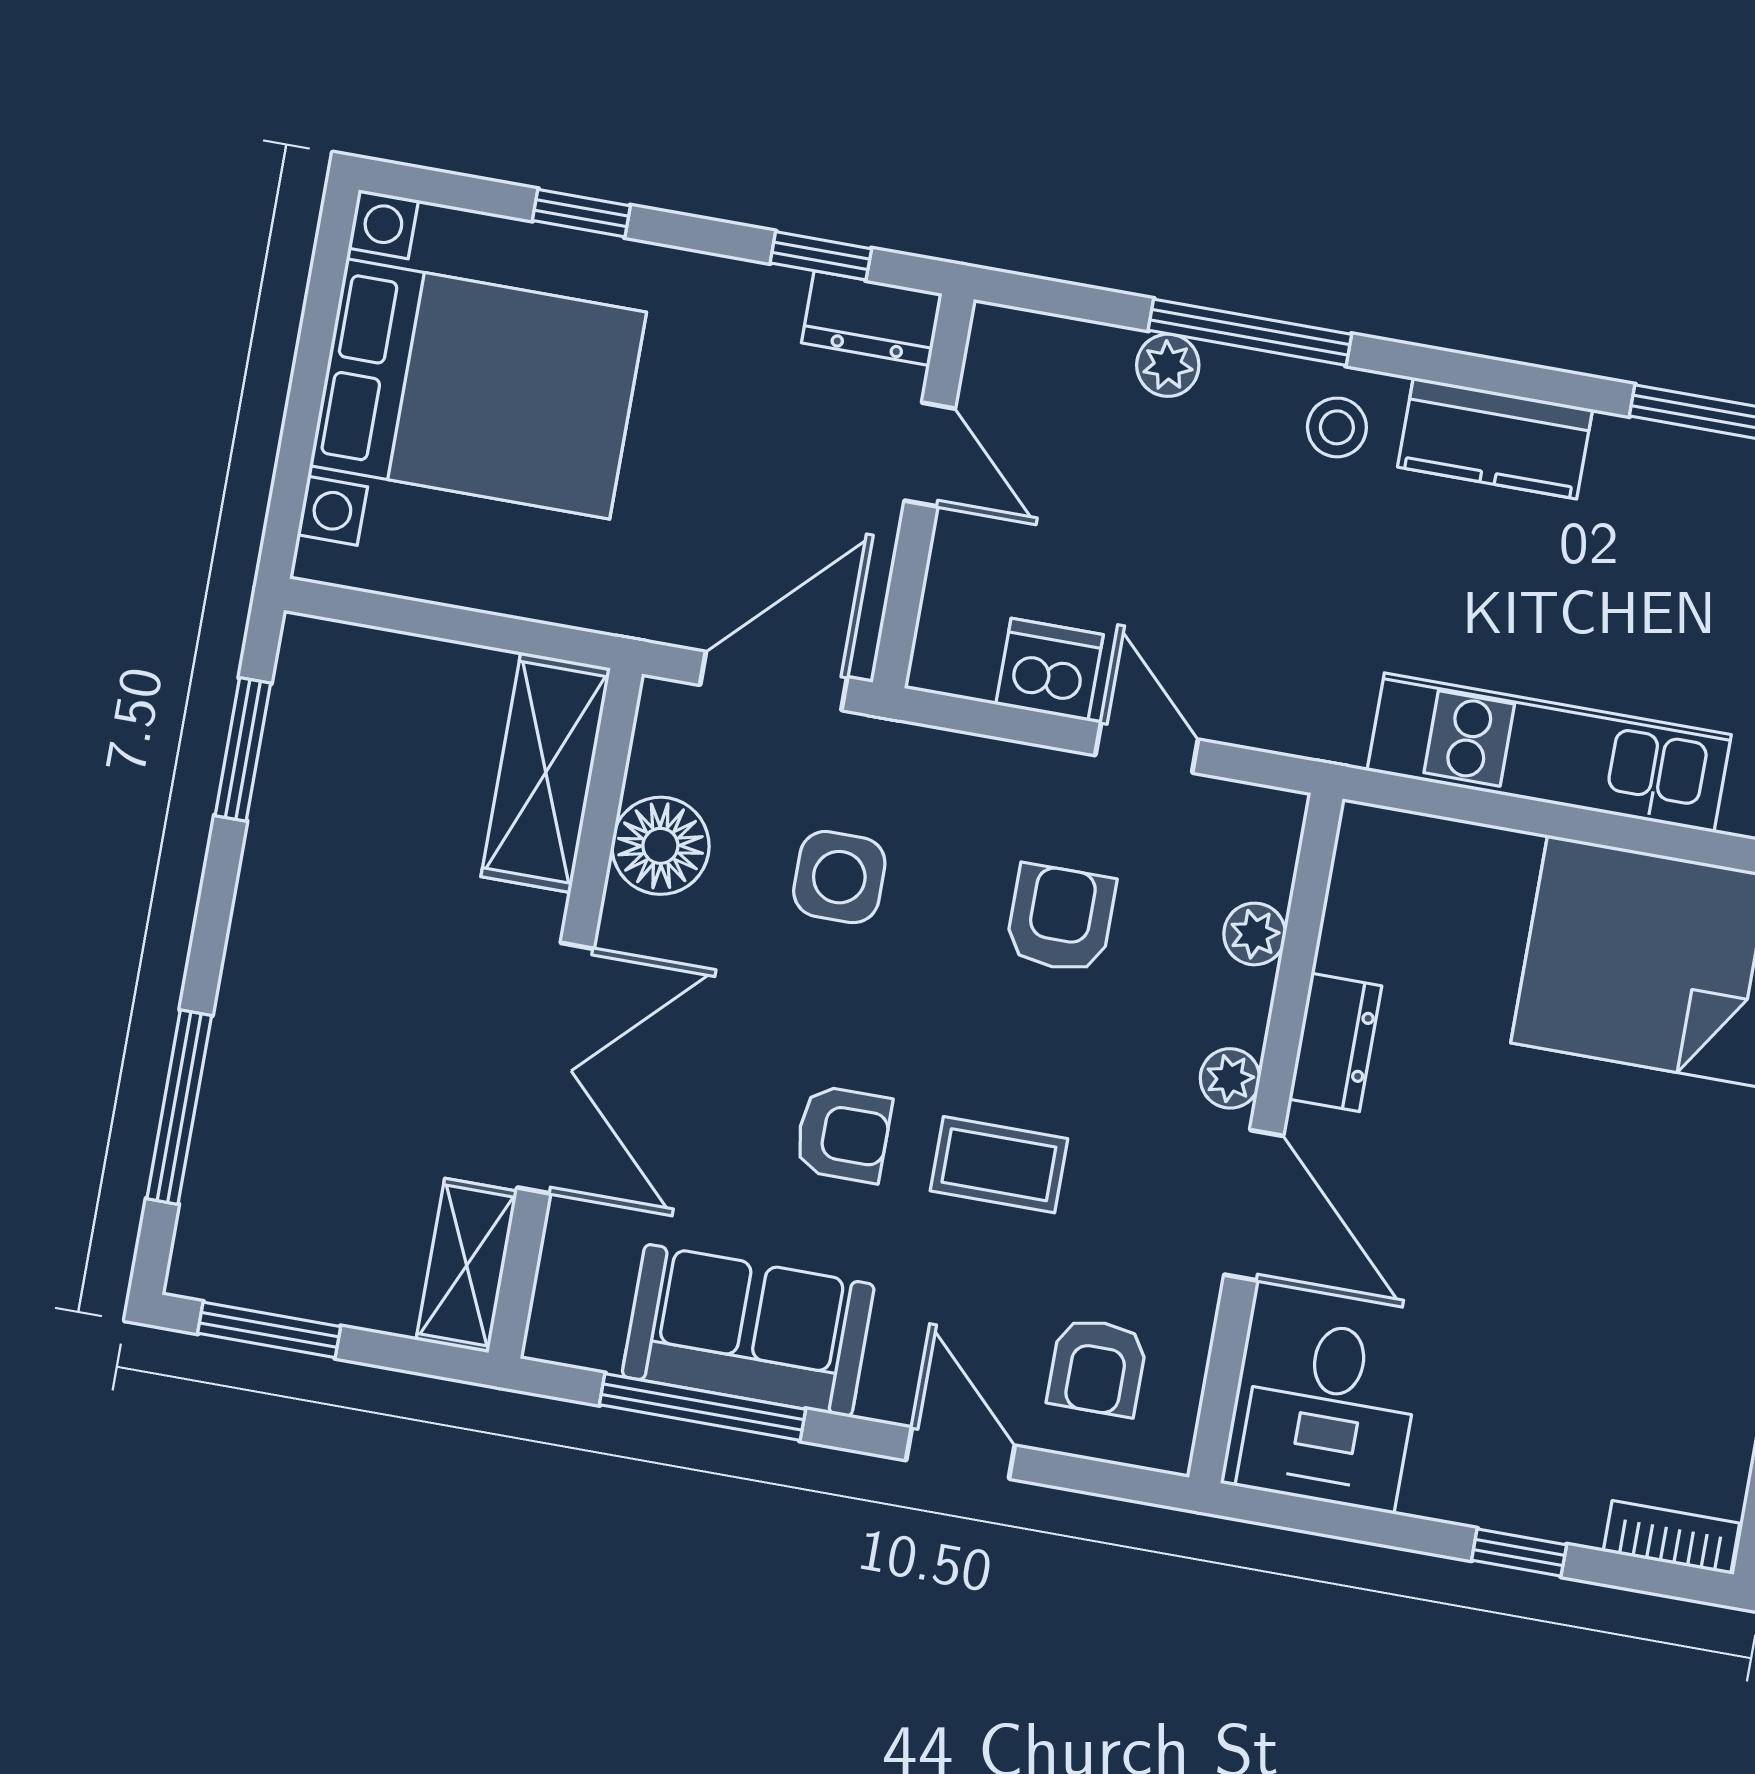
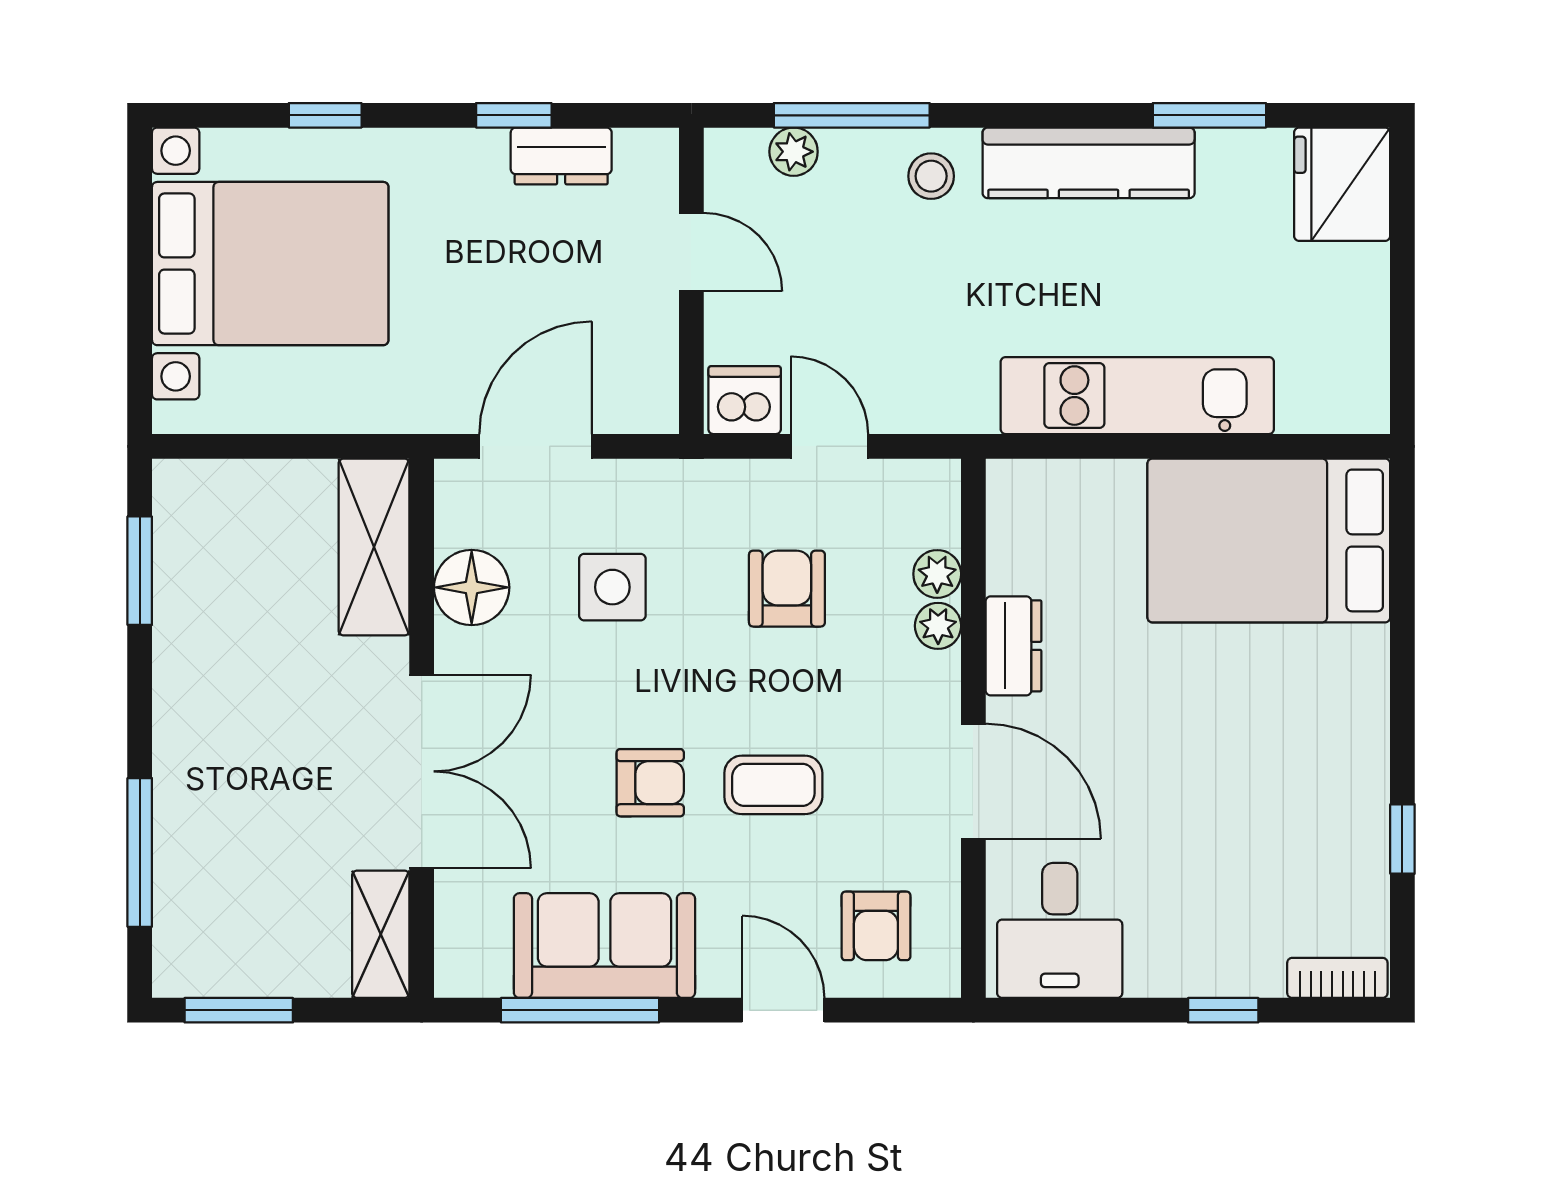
kitchen counter: (1495, 438) -> (1089, 163), width x1.50
door: (930, 455) -> (691, 252), moved
wall: (923, 491) -> (691, 281), moved
plant: (1230, 1078) -> (938, 626), moved

